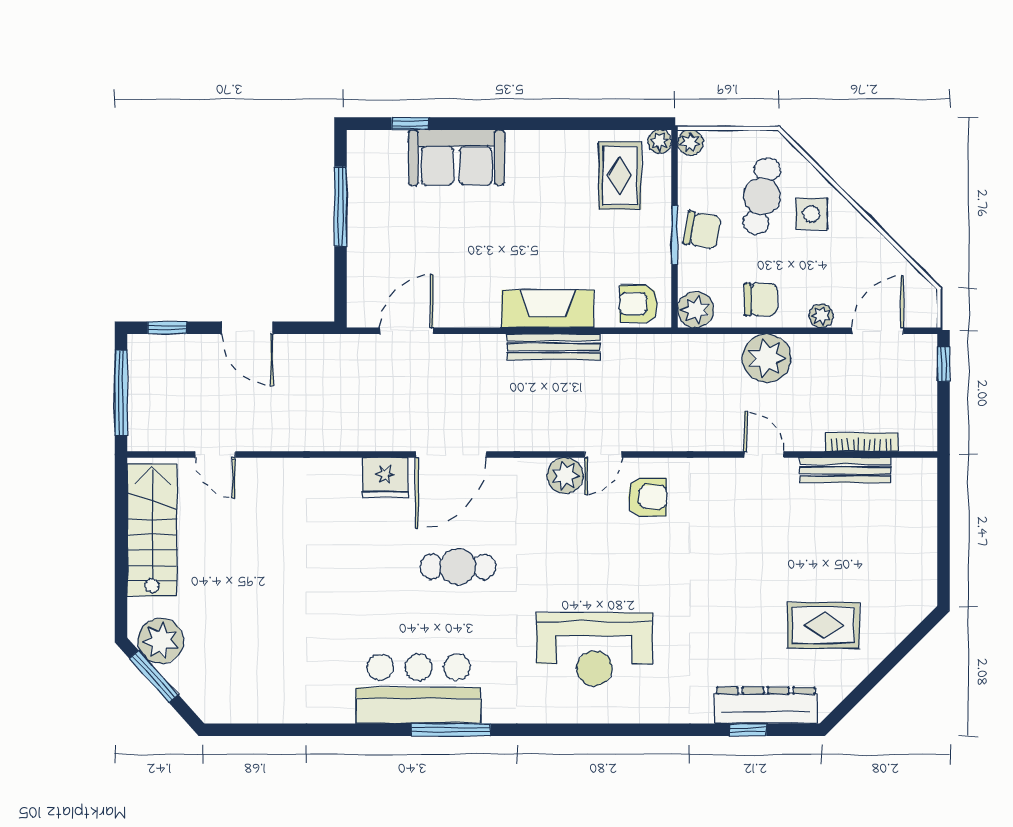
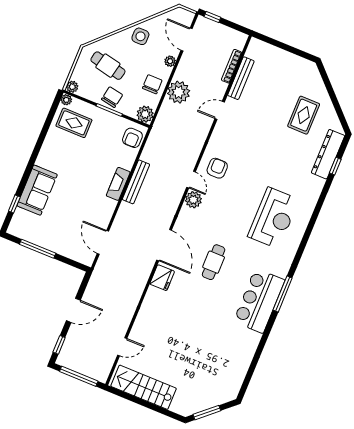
side table: (811, 214) -> (140, 36), moved
fireplace: (548, 309) -> (118, 184), width x0.73, depth x0.76
plant: (161, 641) -> (193, 403), removed

